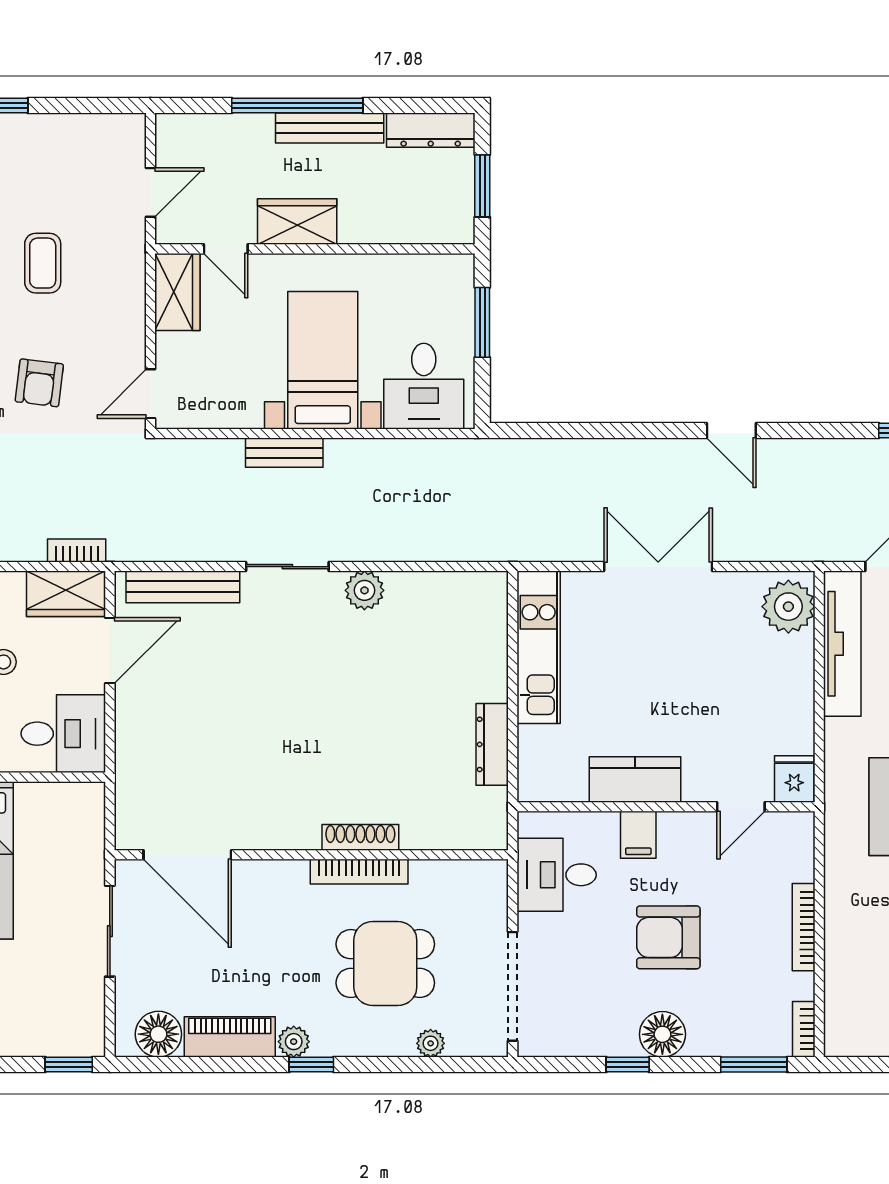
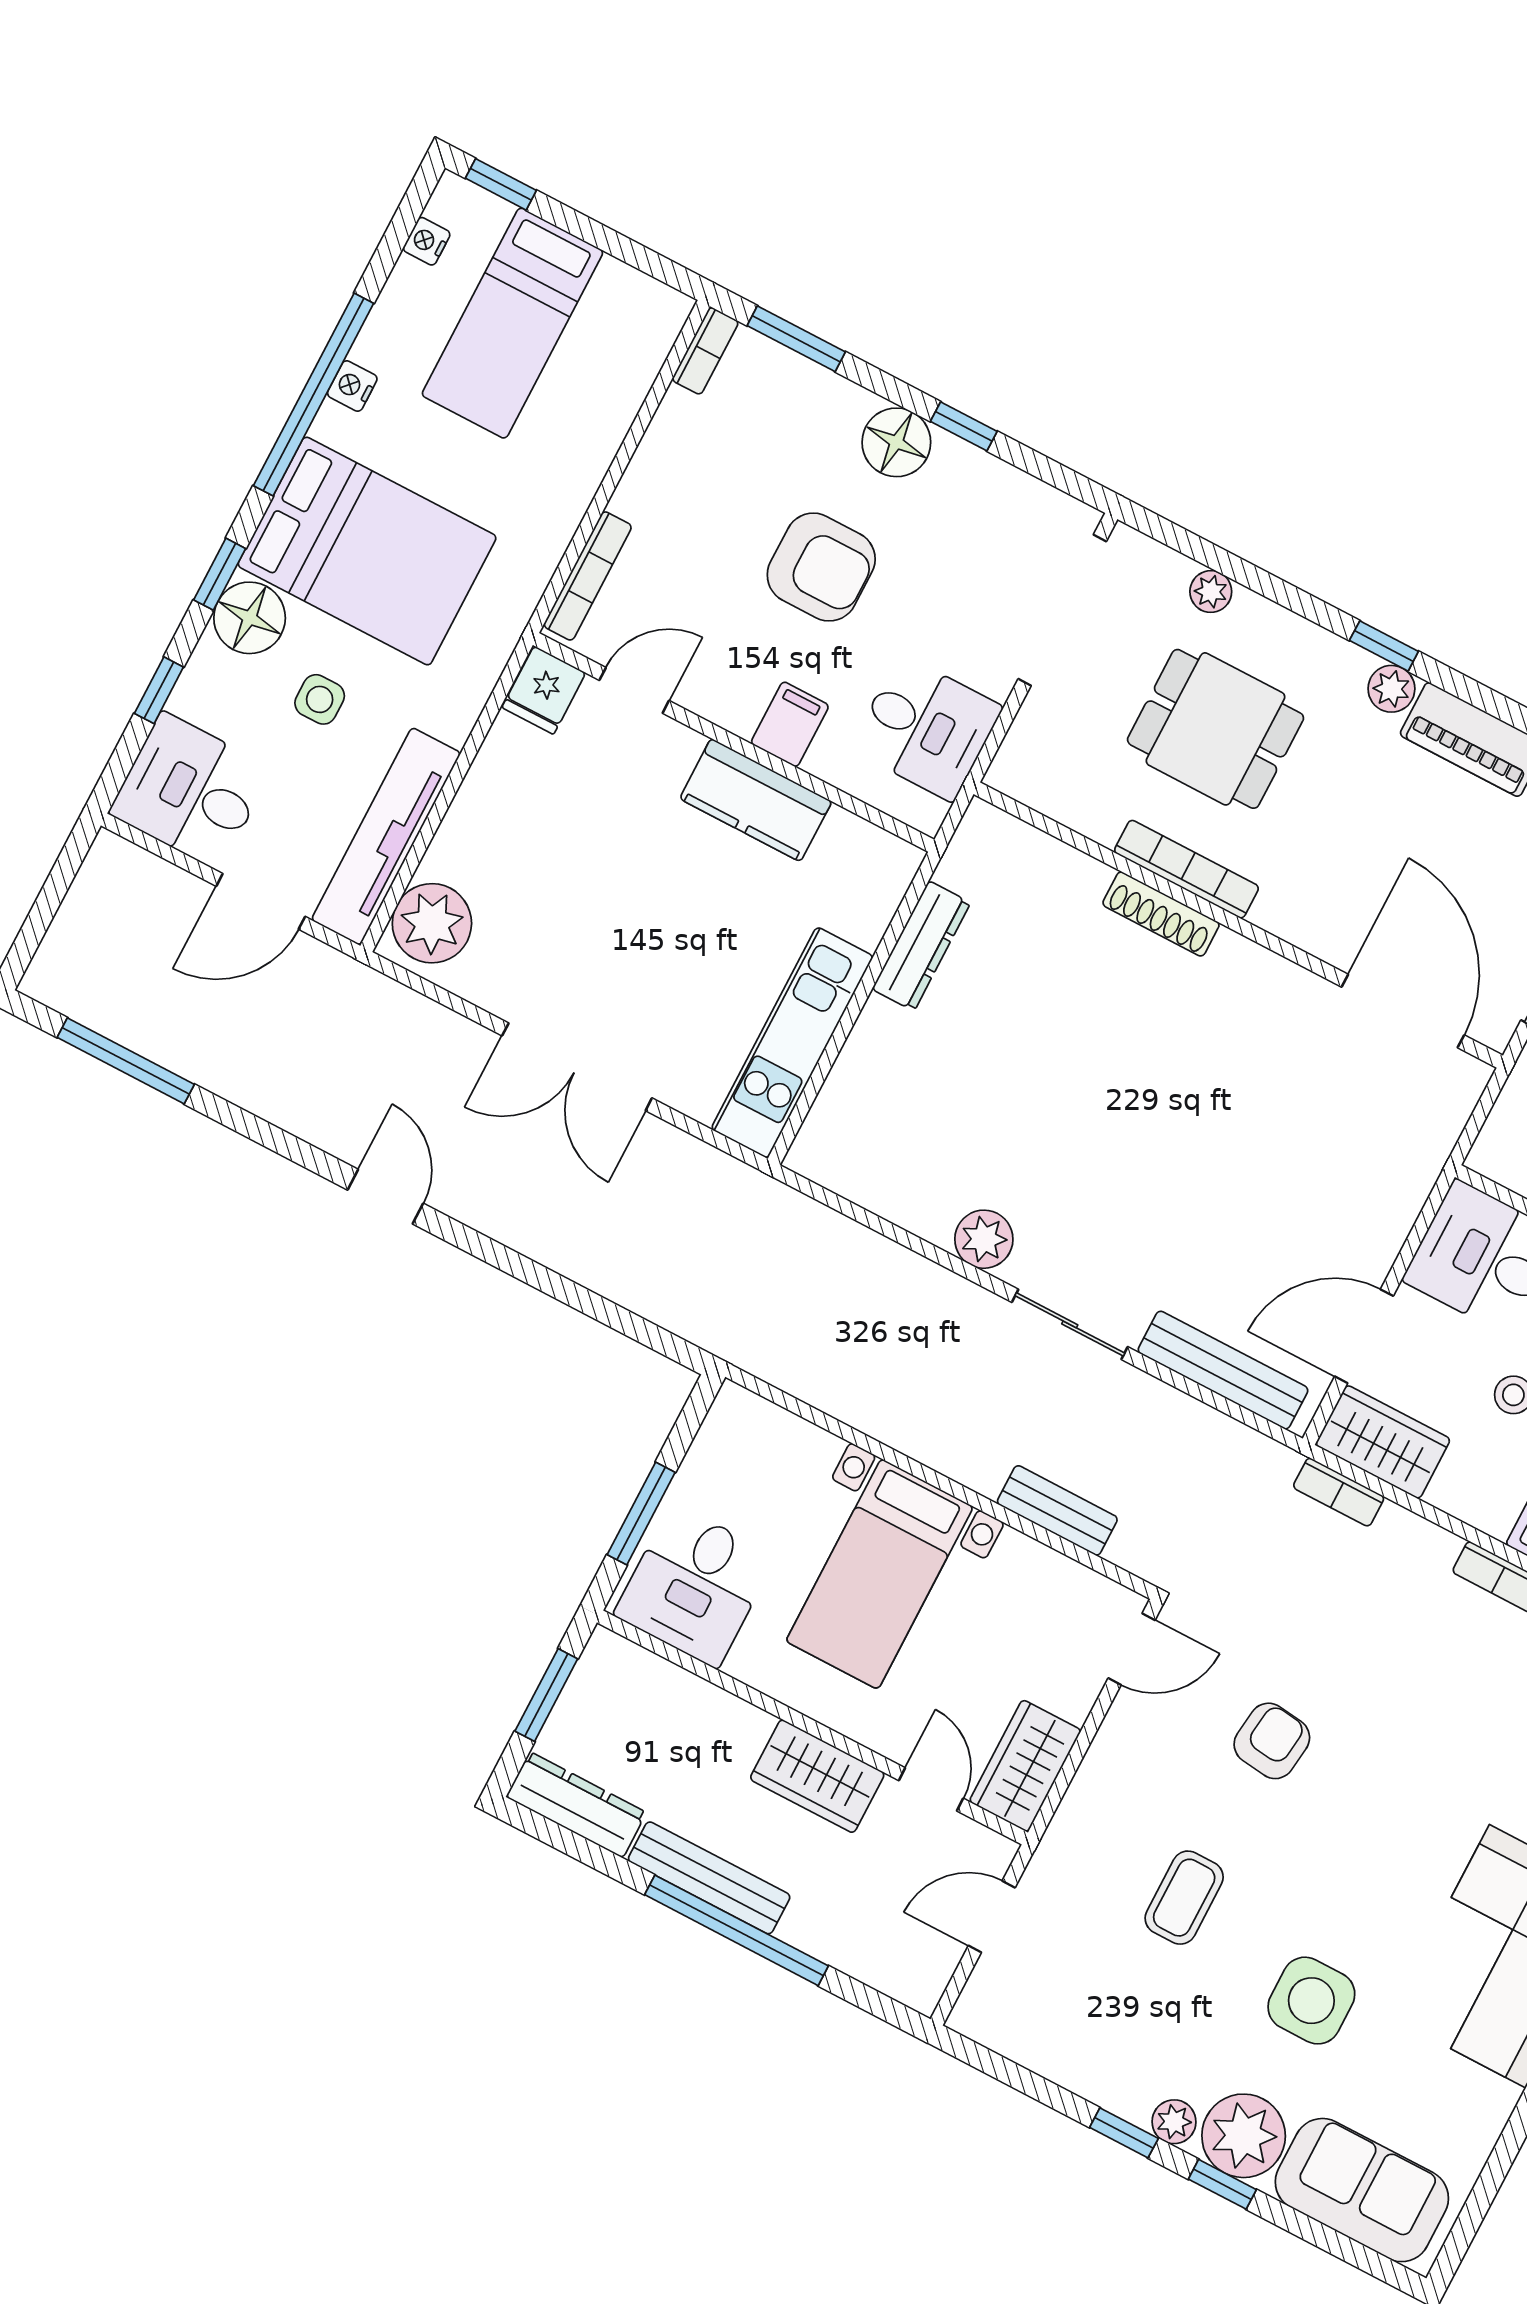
desk: (424, 386) -> (695, 1586), moved, turned 180
bench: (284, 453) -> (1057, 1510), moved
bookcase: (804, 927) -> (588, 576), moved

